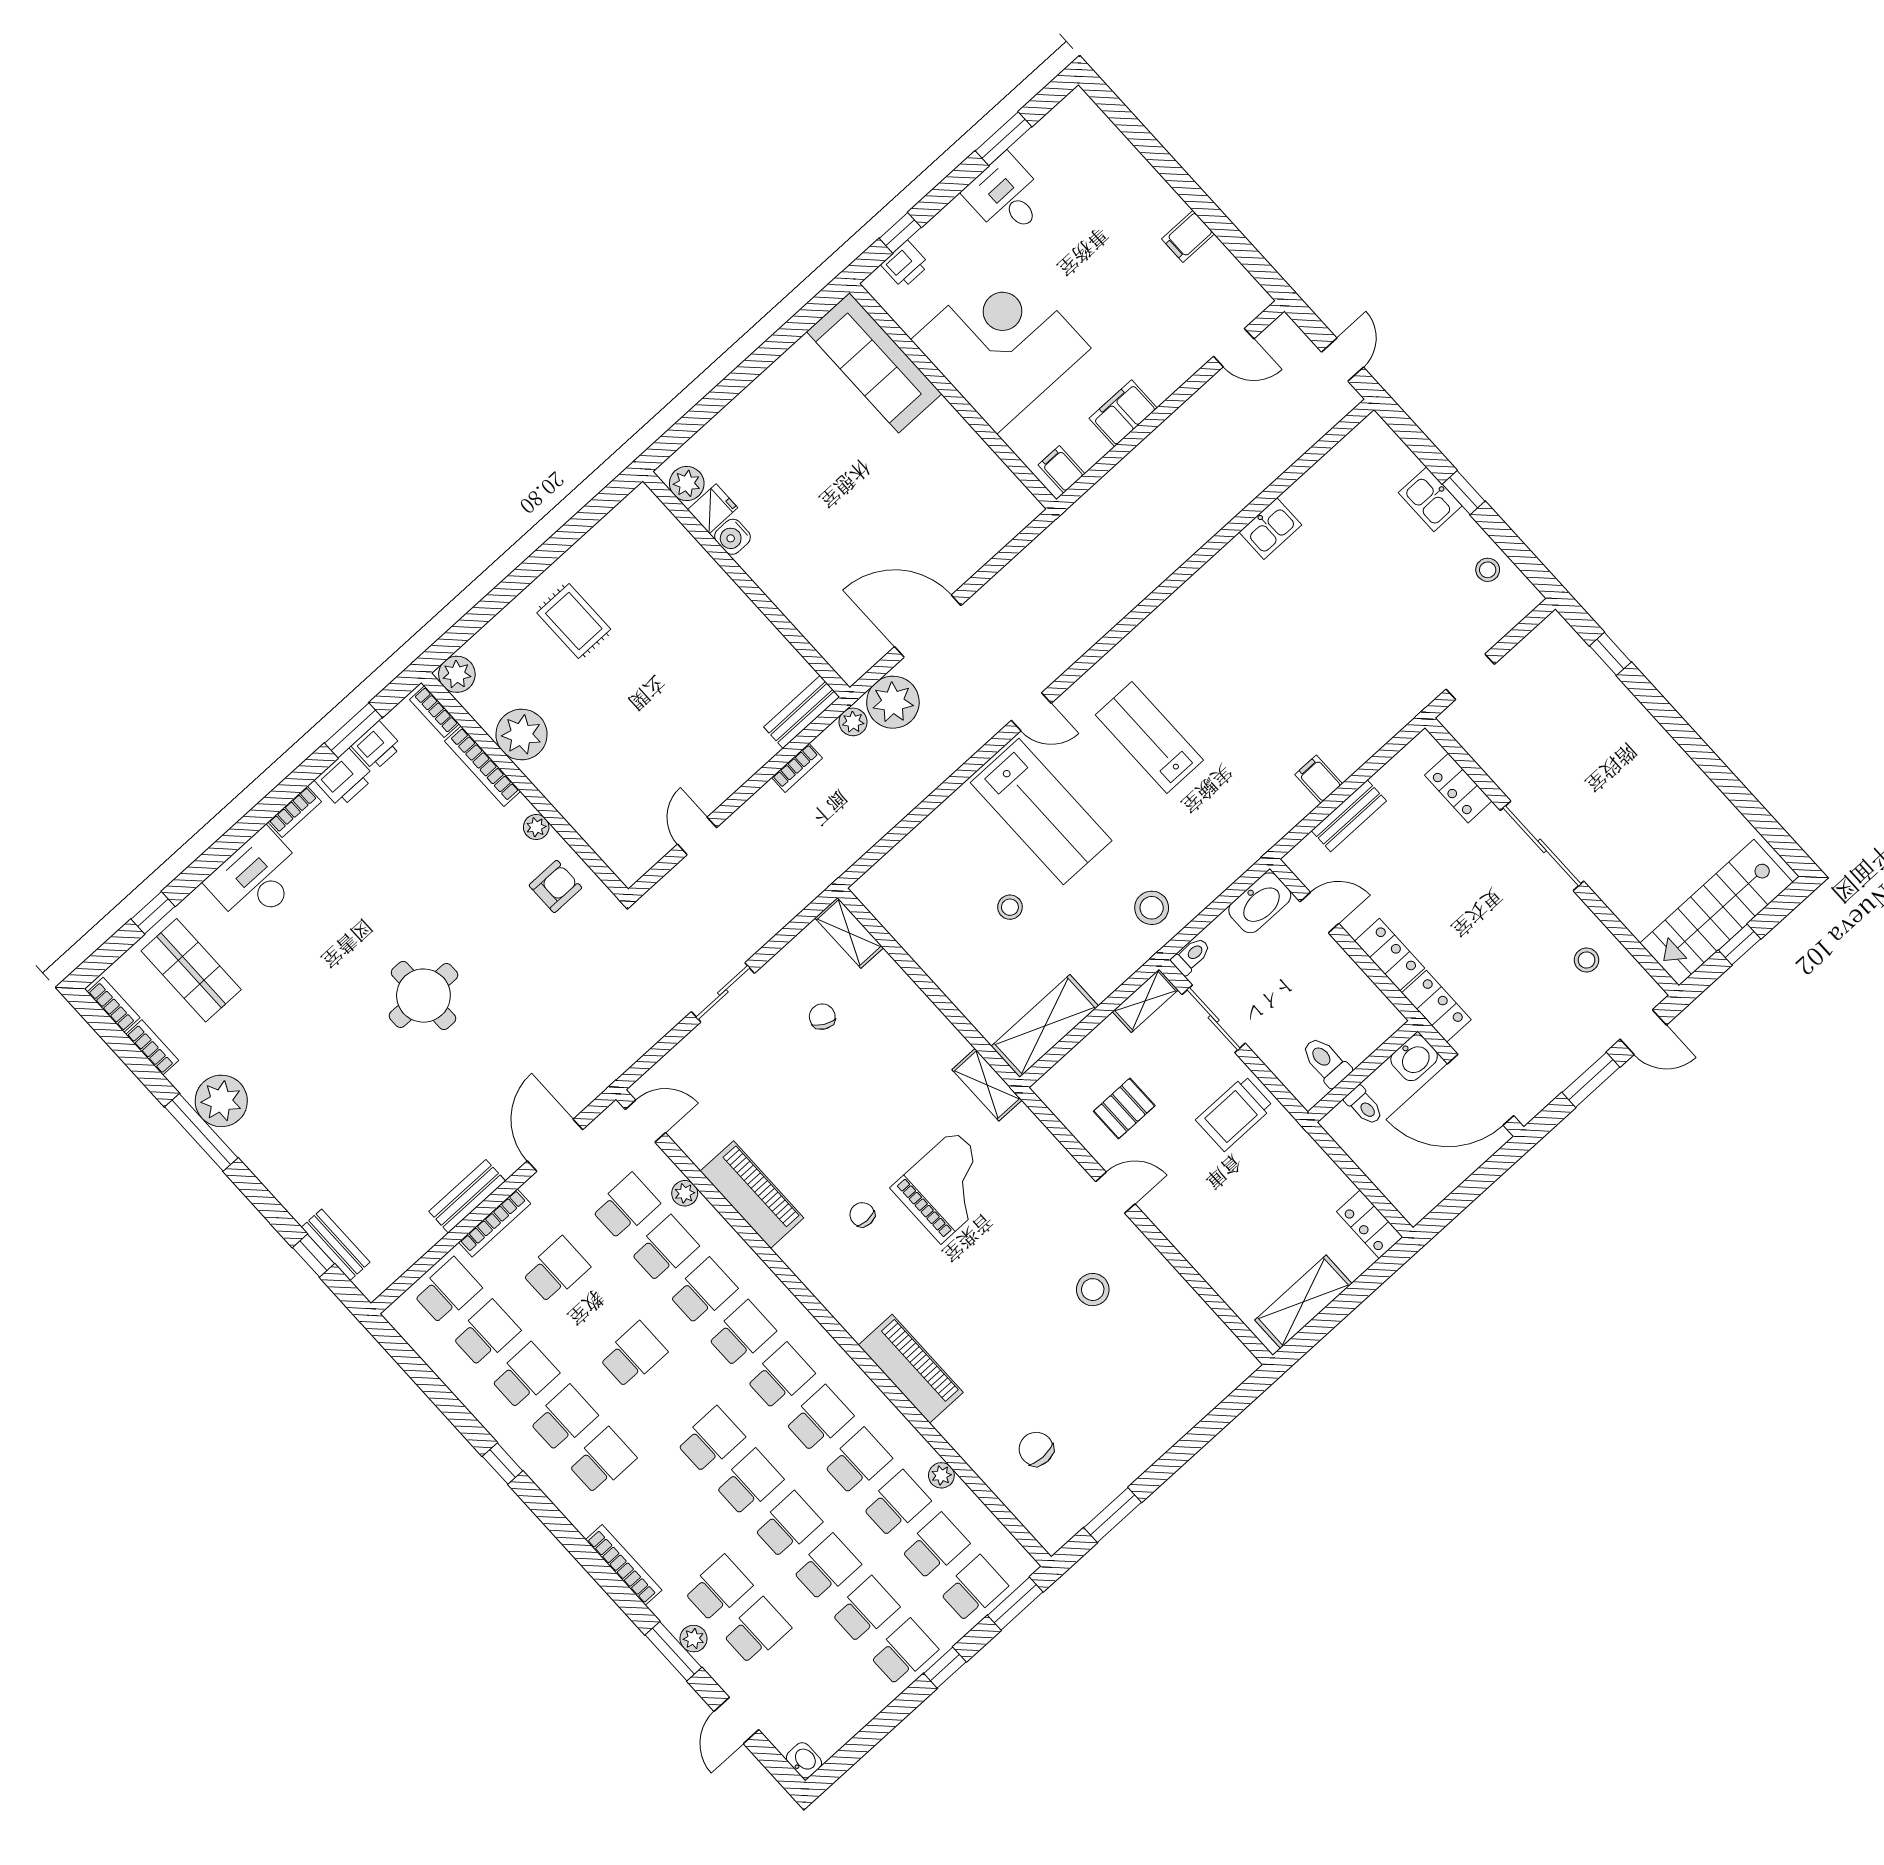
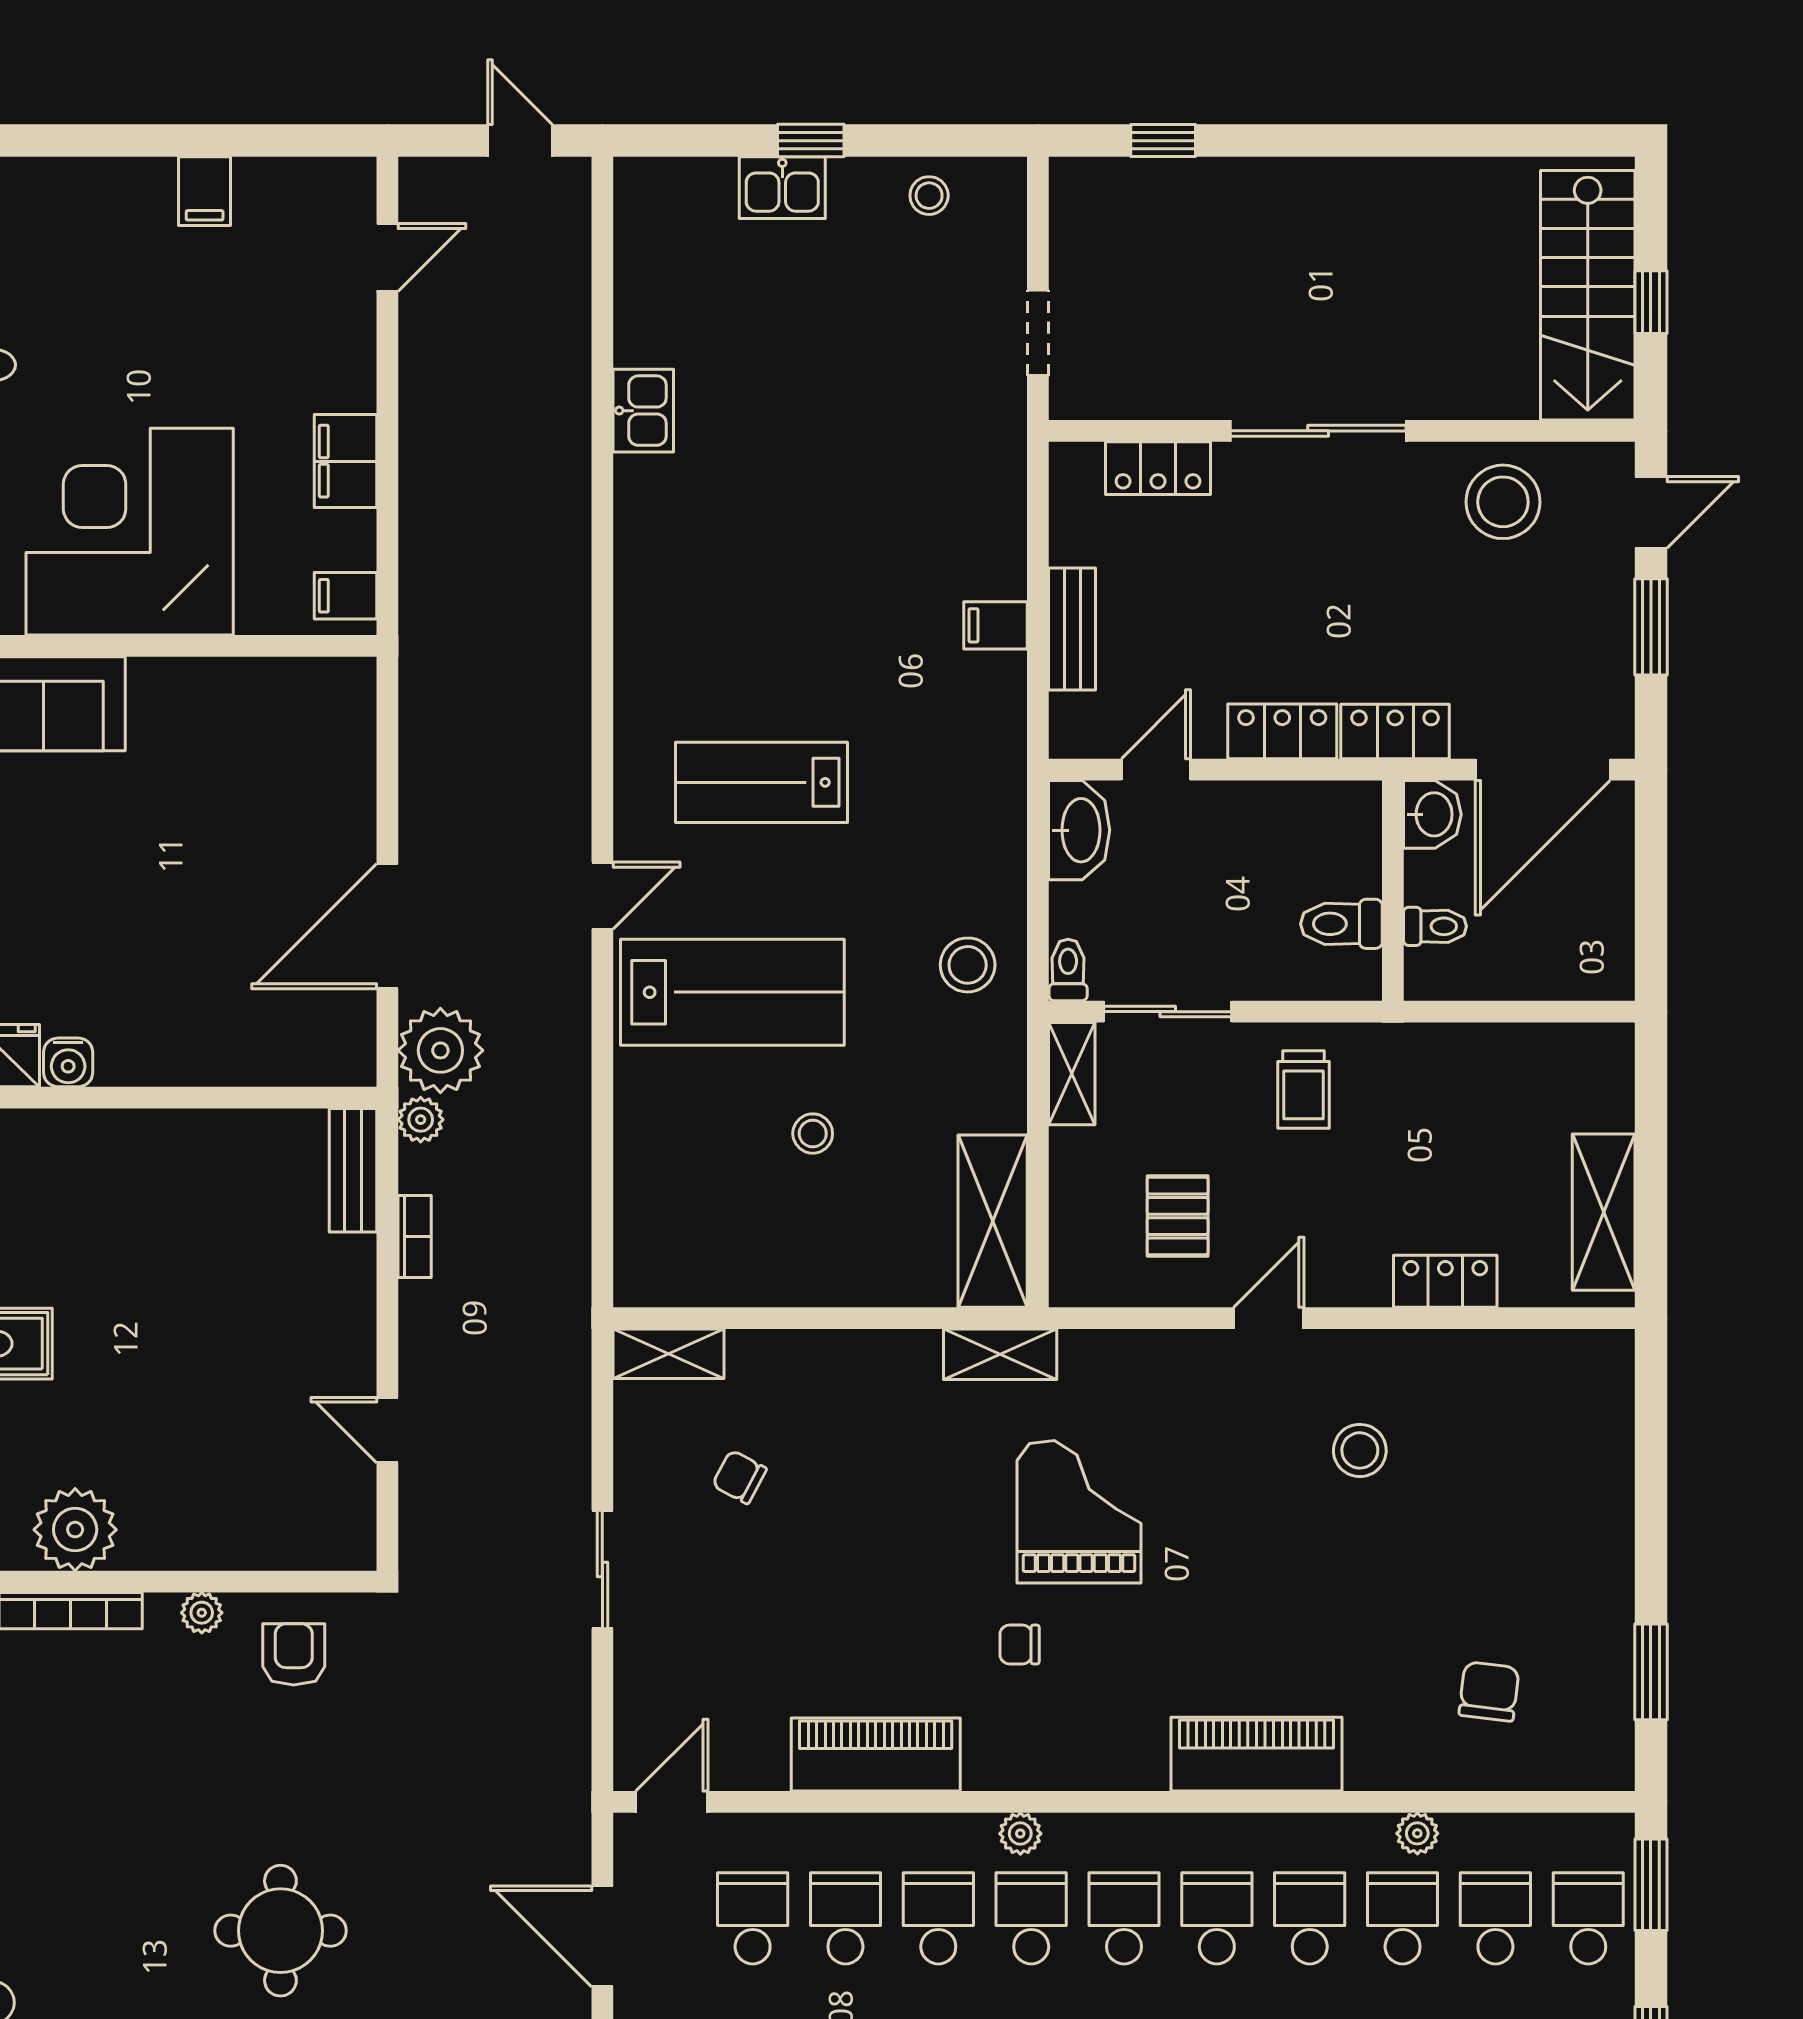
stool: (1587, 960) -> (1503, 502), width x1.89, depth x1.89
trolley: (1235, 1113) -> (1303, 1089), width x0.73, depth x0.72
plant: (685, 1193) -> (1020, 1834), moved
locker: (1370, 1224) -> (1445, 1281), moved, turned 180
chair: (1036, 1449) -> (1489, 1691), turned 97

